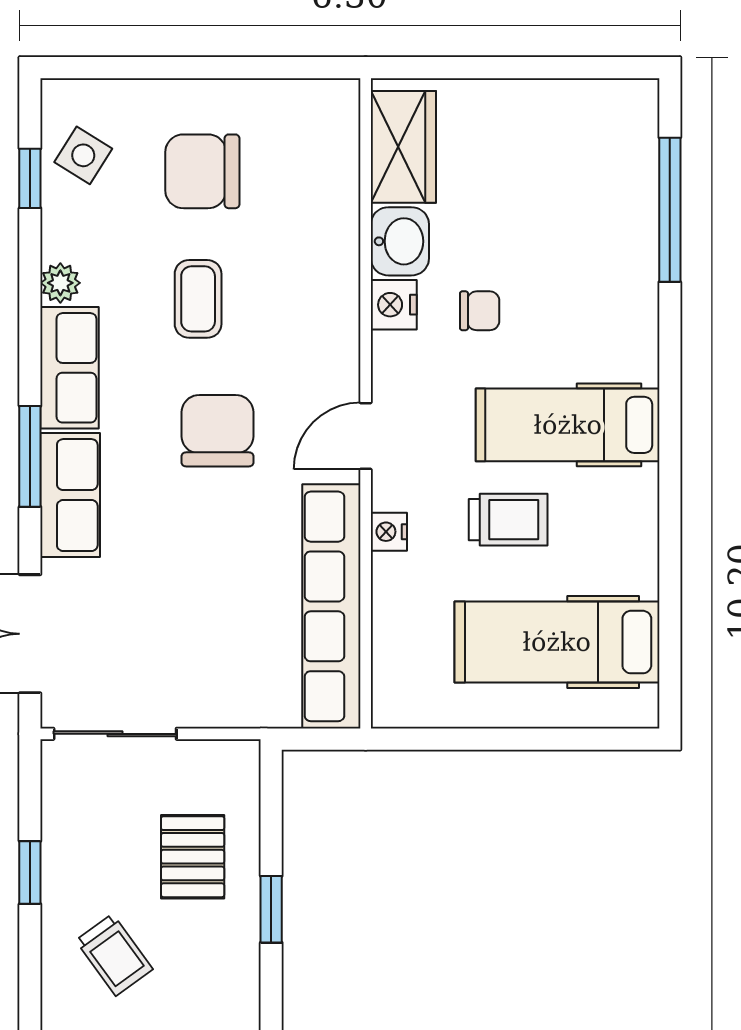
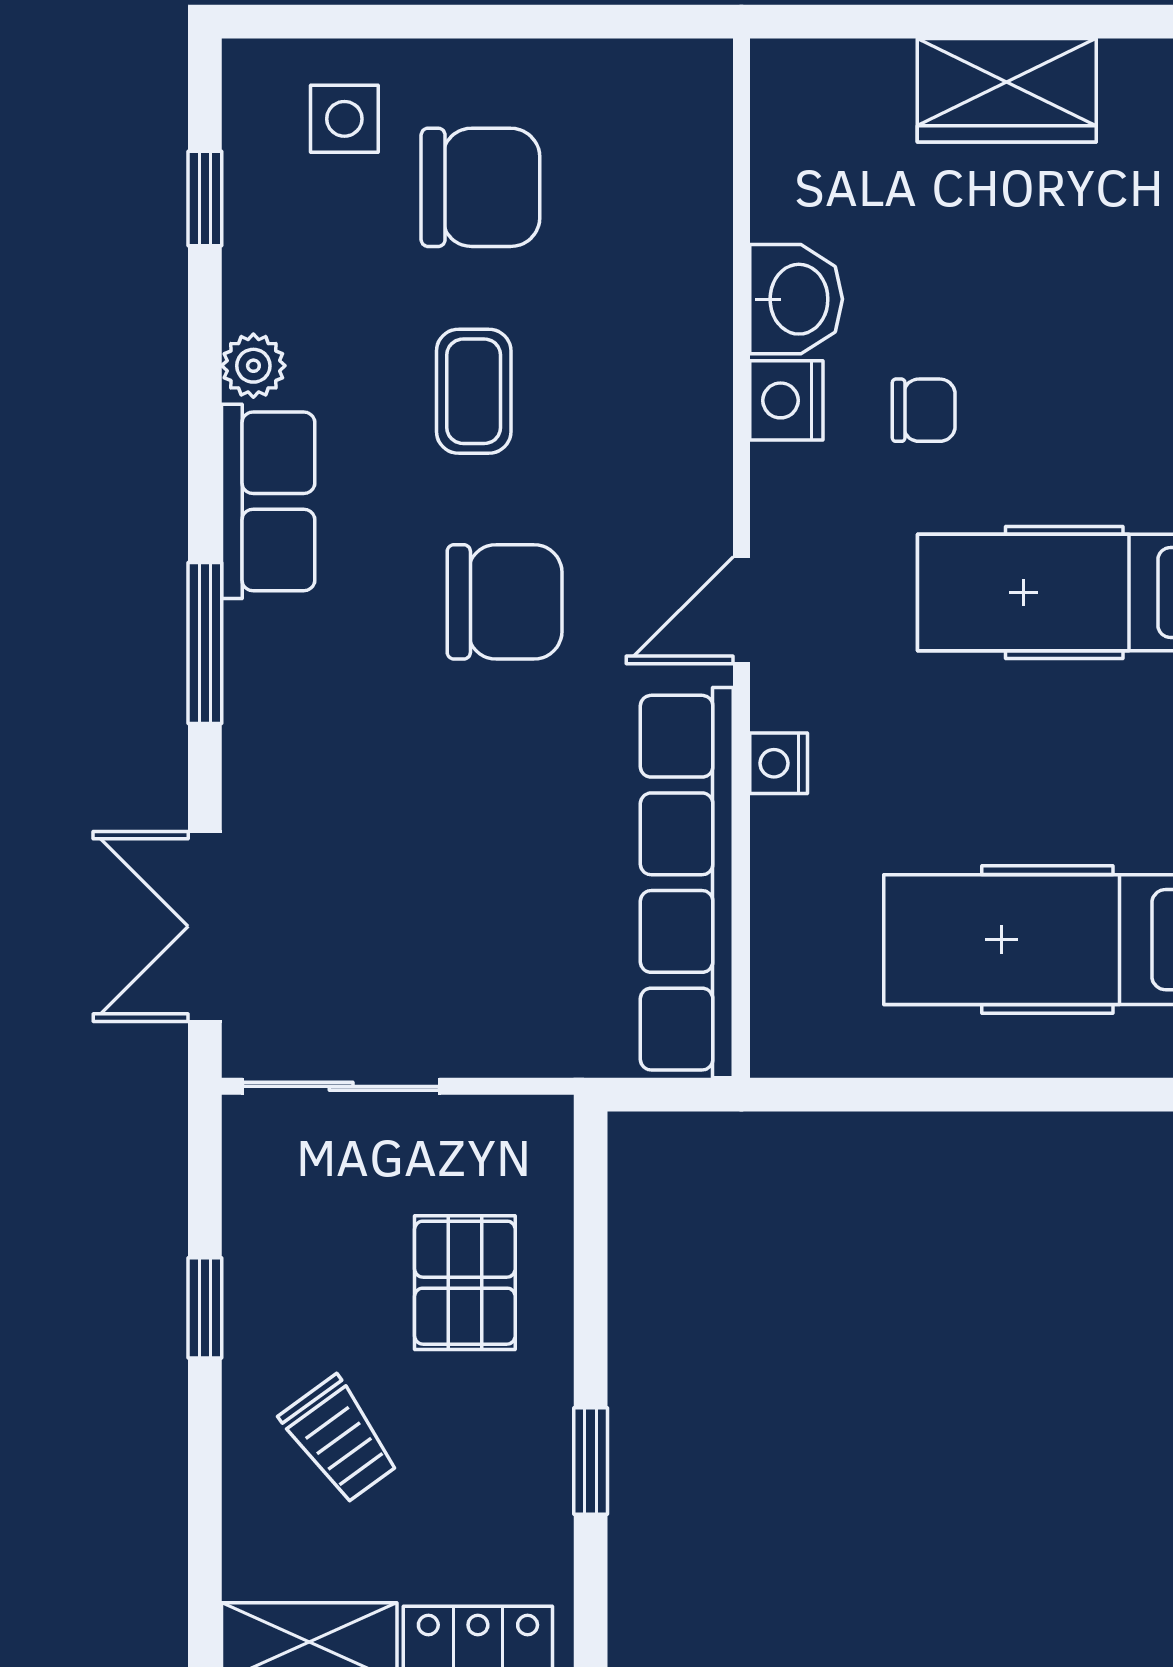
wardrobe: (403, 147) -> (1007, 90), moved, turned 90
side table: (83, 155) -> (344, 119), moved, turned -32
chair: (202, 171) -> (480, 187), turned 180
chair: (217, 431) -> (505, 602), turned 90
row of seats: (70, 495) -> (269, 705), removed
trolley: (508, 520) -> (969, 744), removed
window: (271, 909) -> (591, 1461), moved

